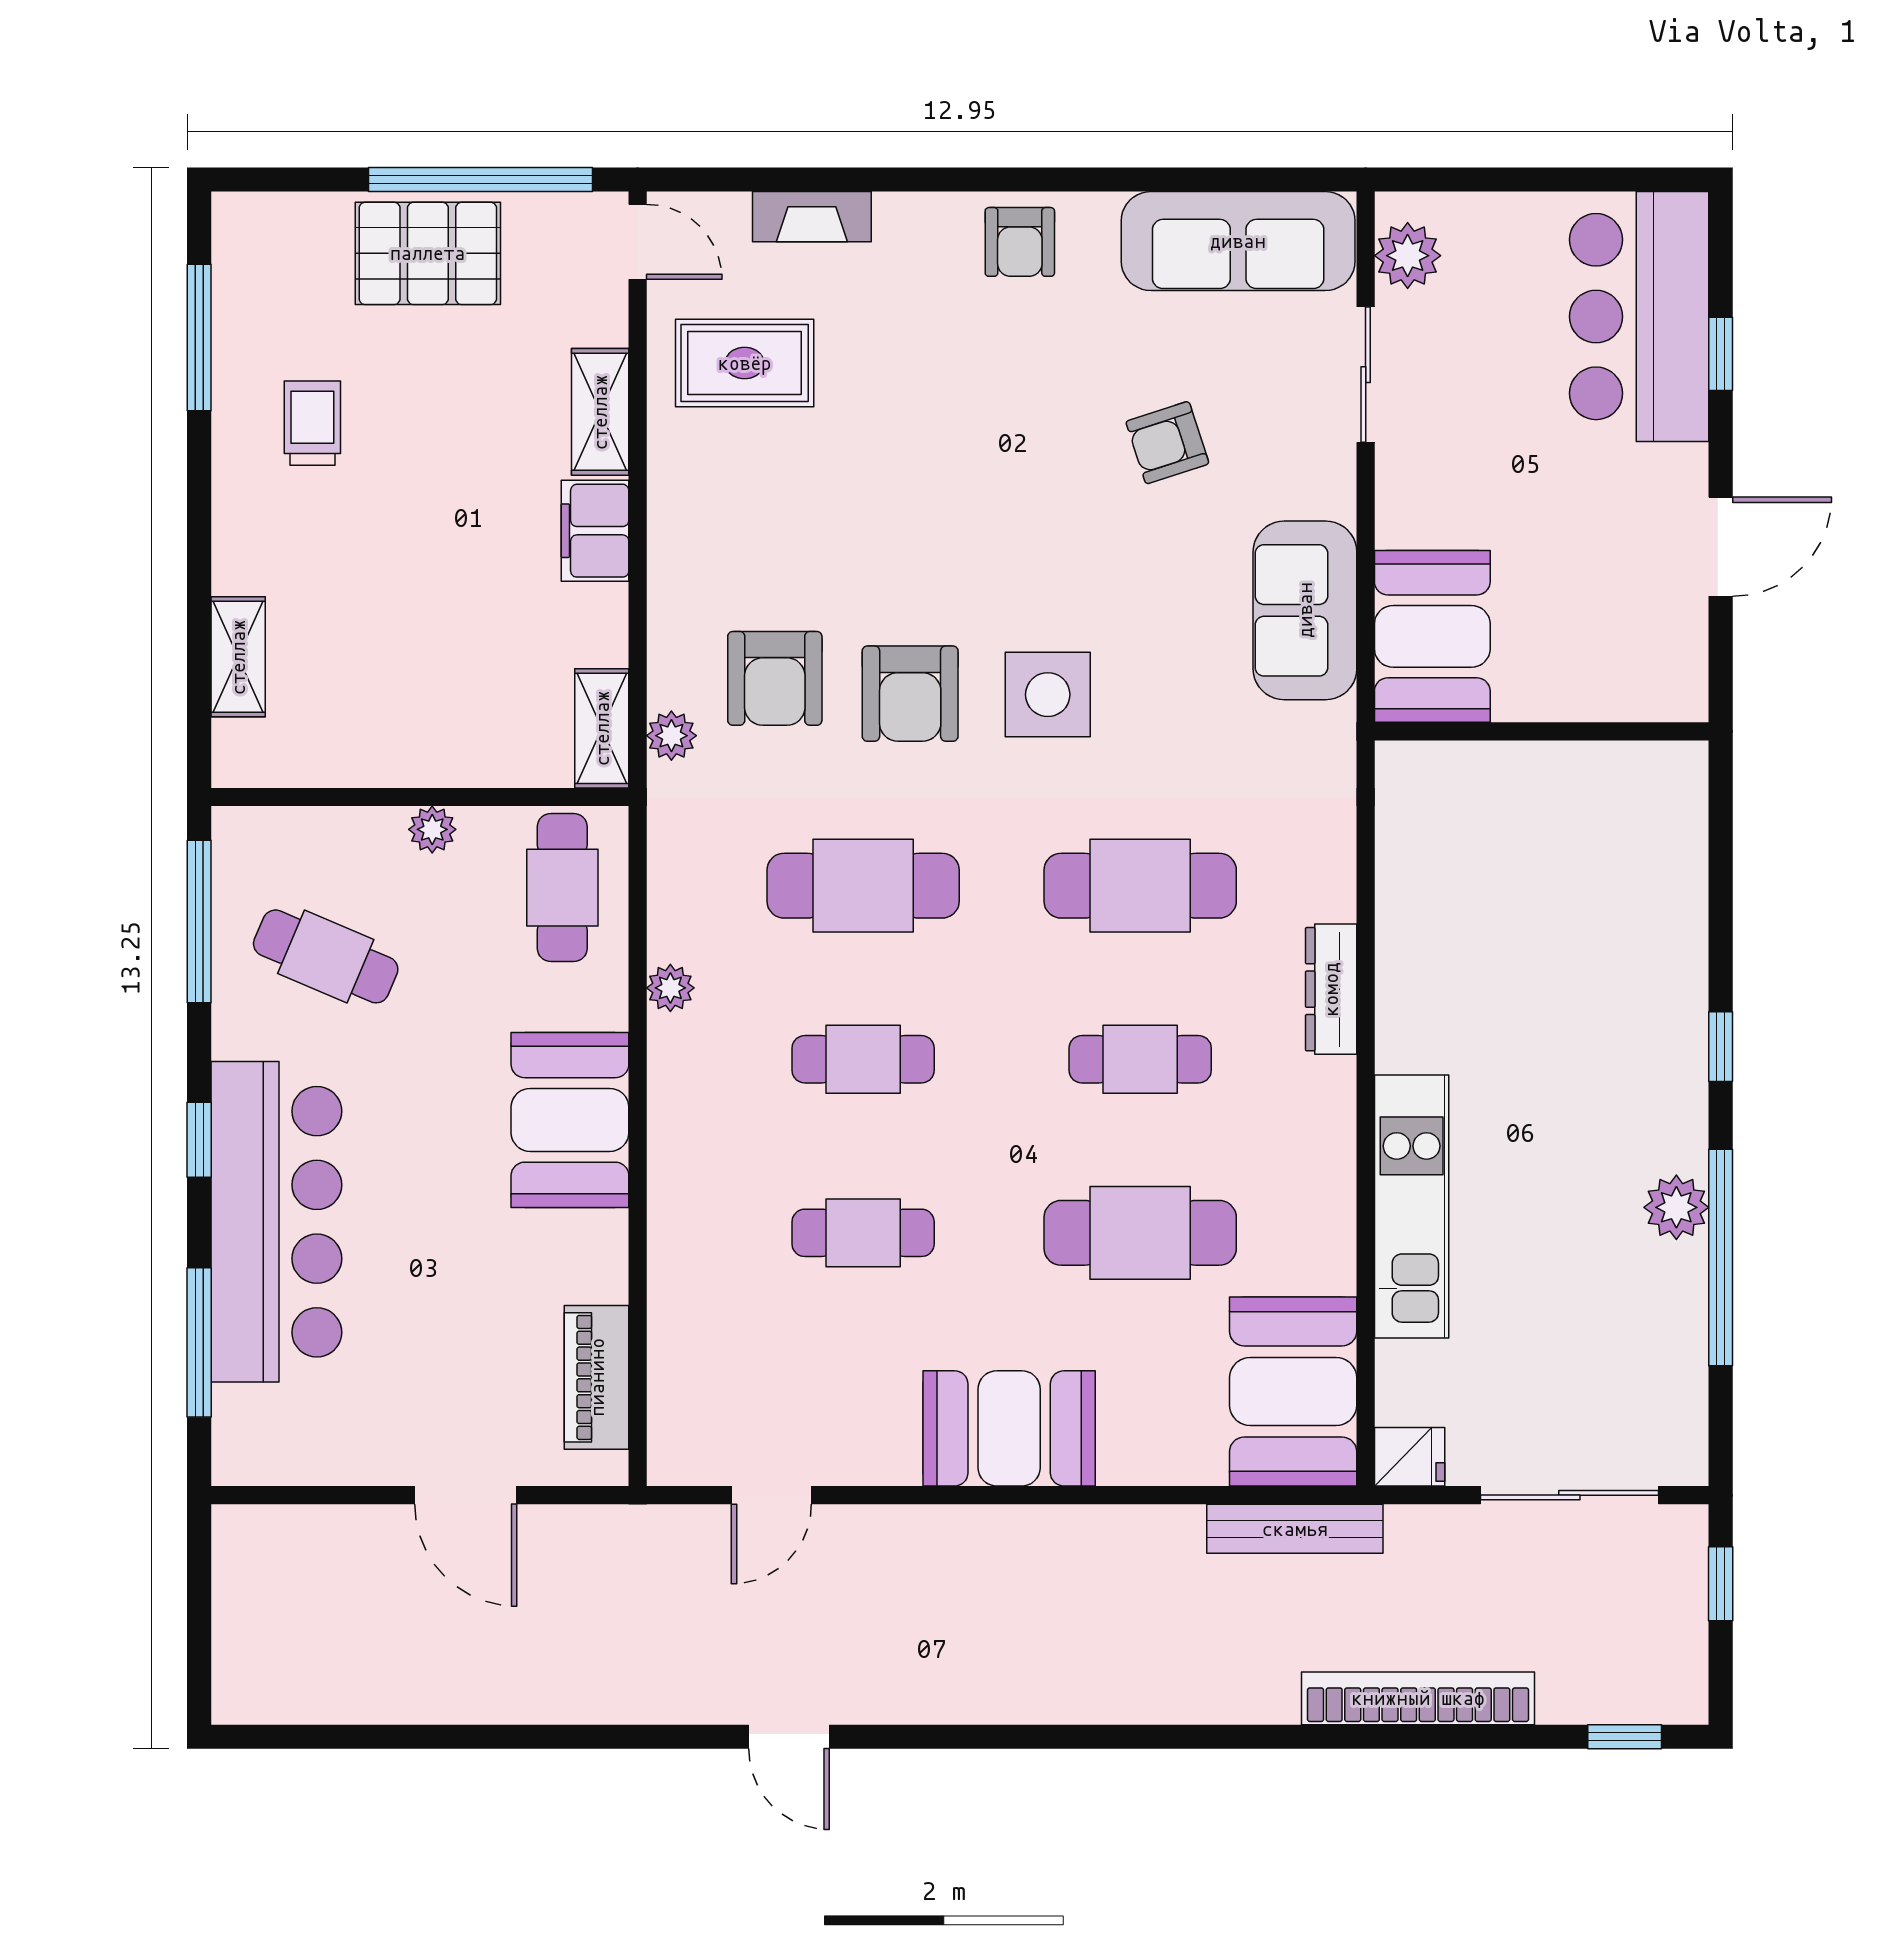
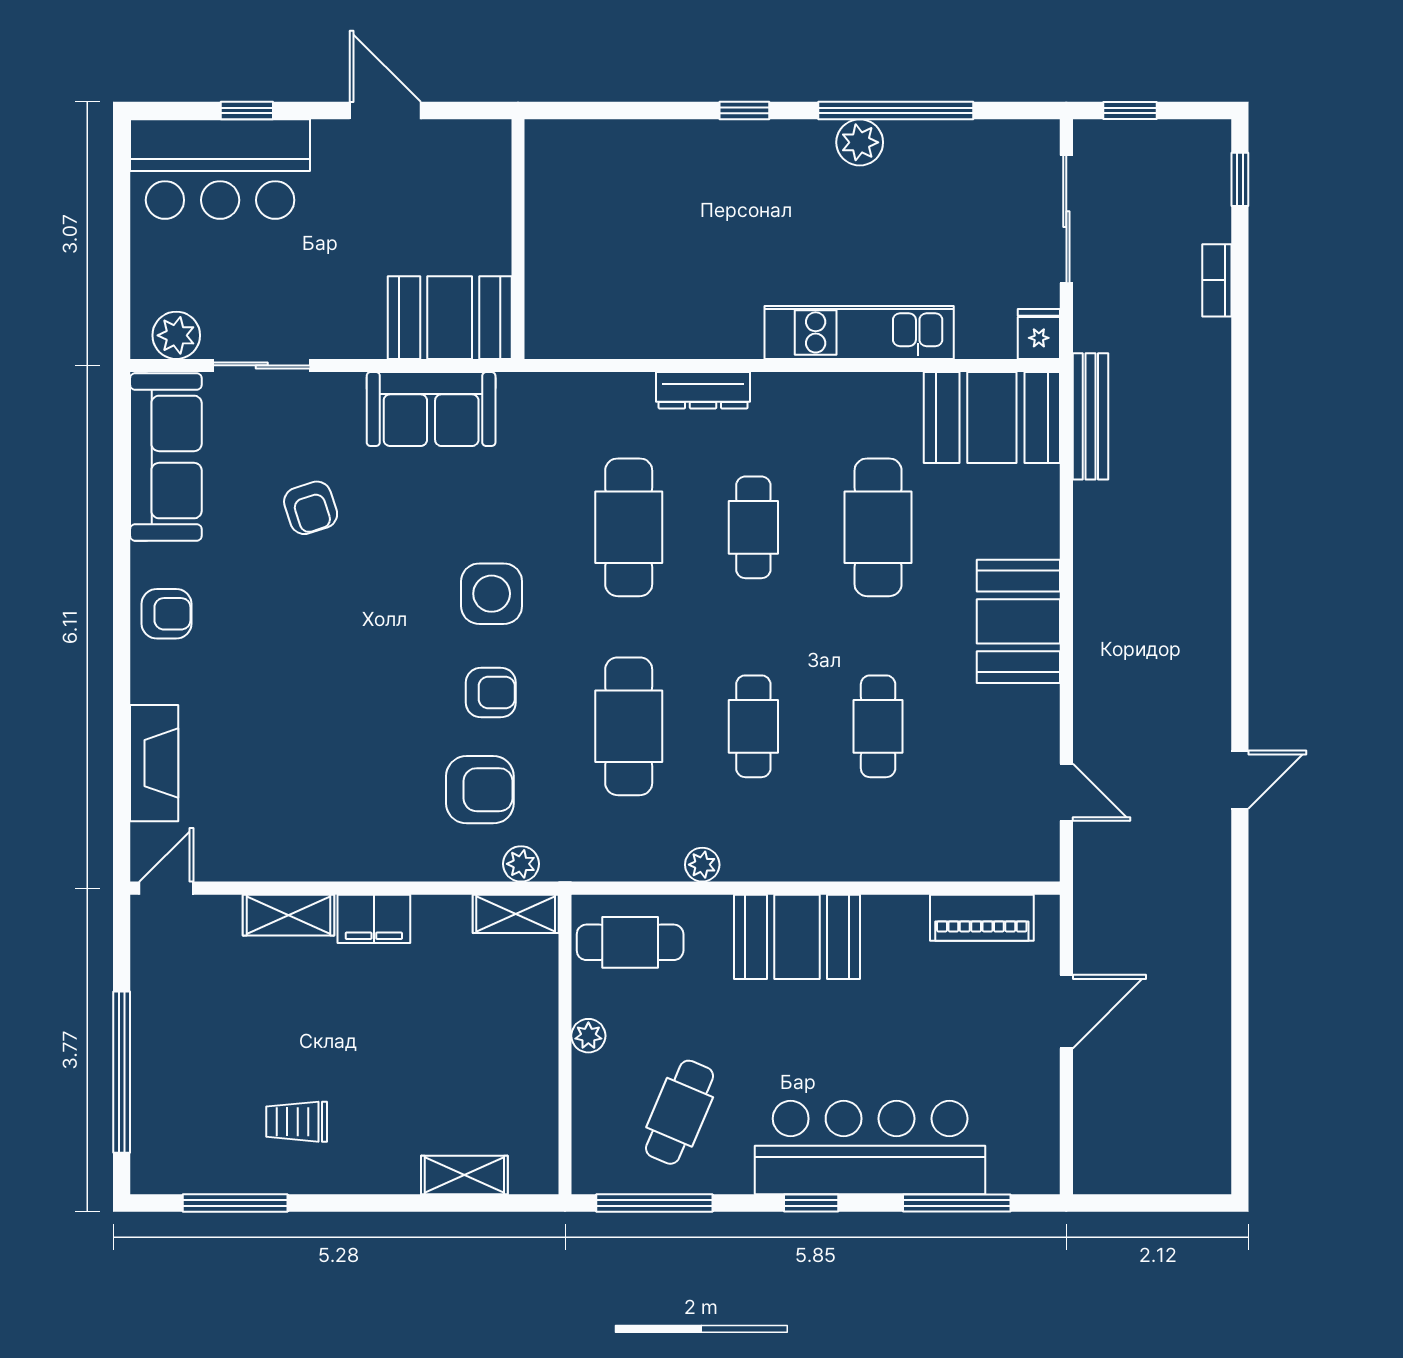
window: (481, 179) -> (122, 1072), moved
fireplace: (812, 217) -> (154, 763), width x1.37, depth x1.32
pallet: (428, 253) -> (175, 1039), removed
rug: (745, 363) -> (253, 811), removed
armchair: (910, 694) -> (491, 693), width x0.72, depth x0.72
bookcase: (1418, 1698) -> (1217, 280), width x0.43, depth x0.76

